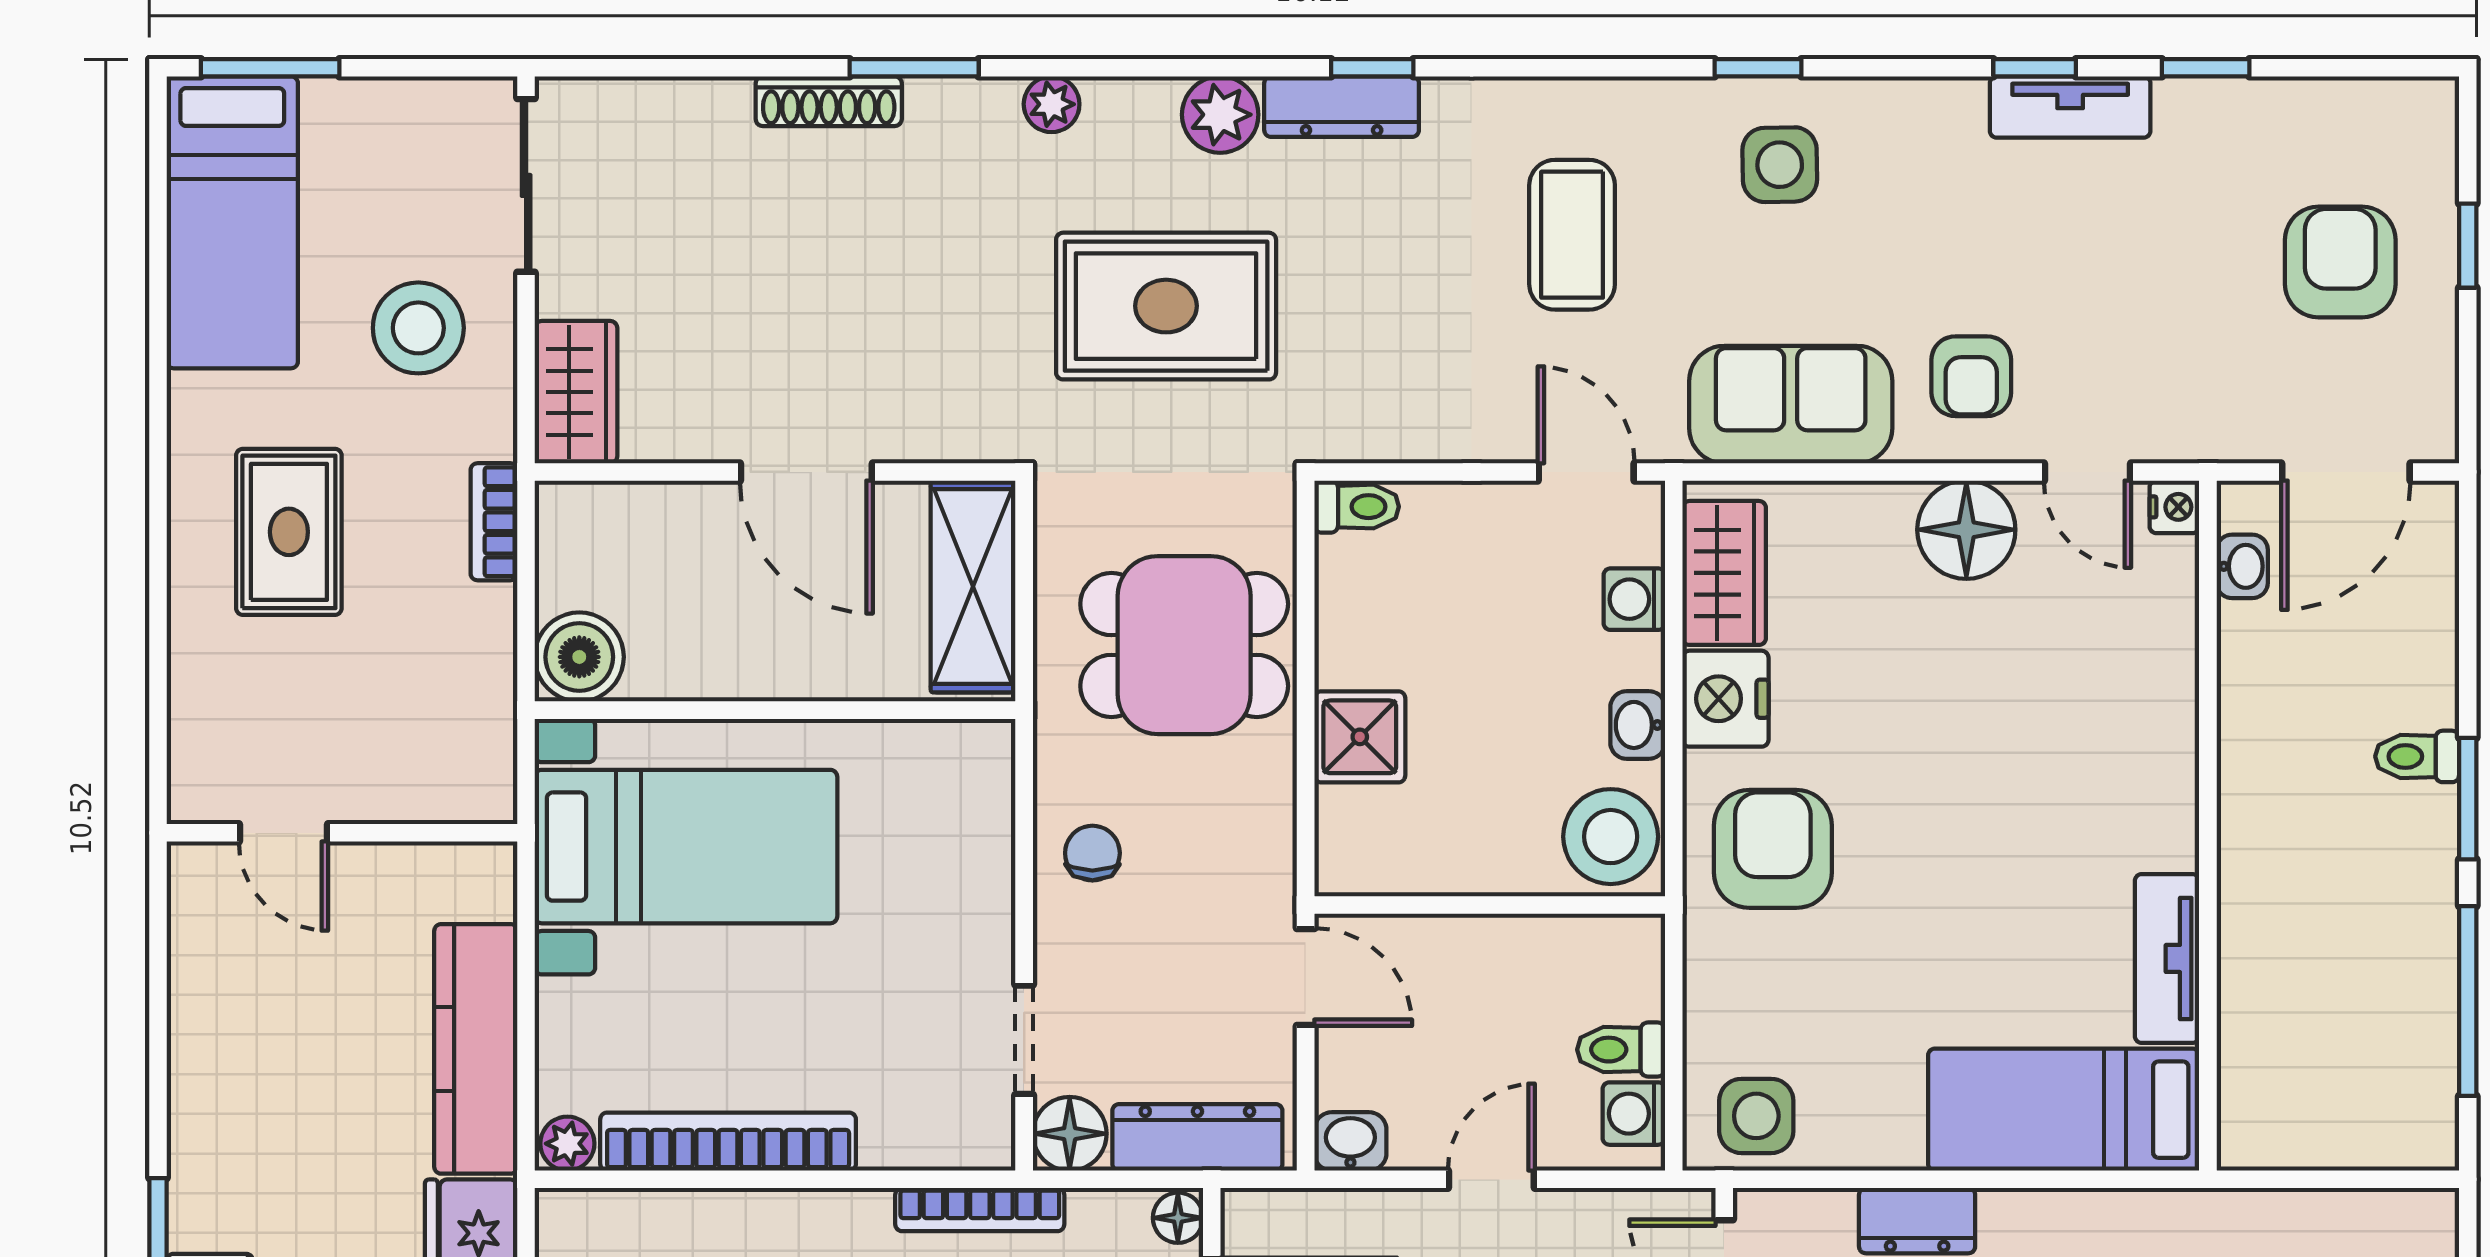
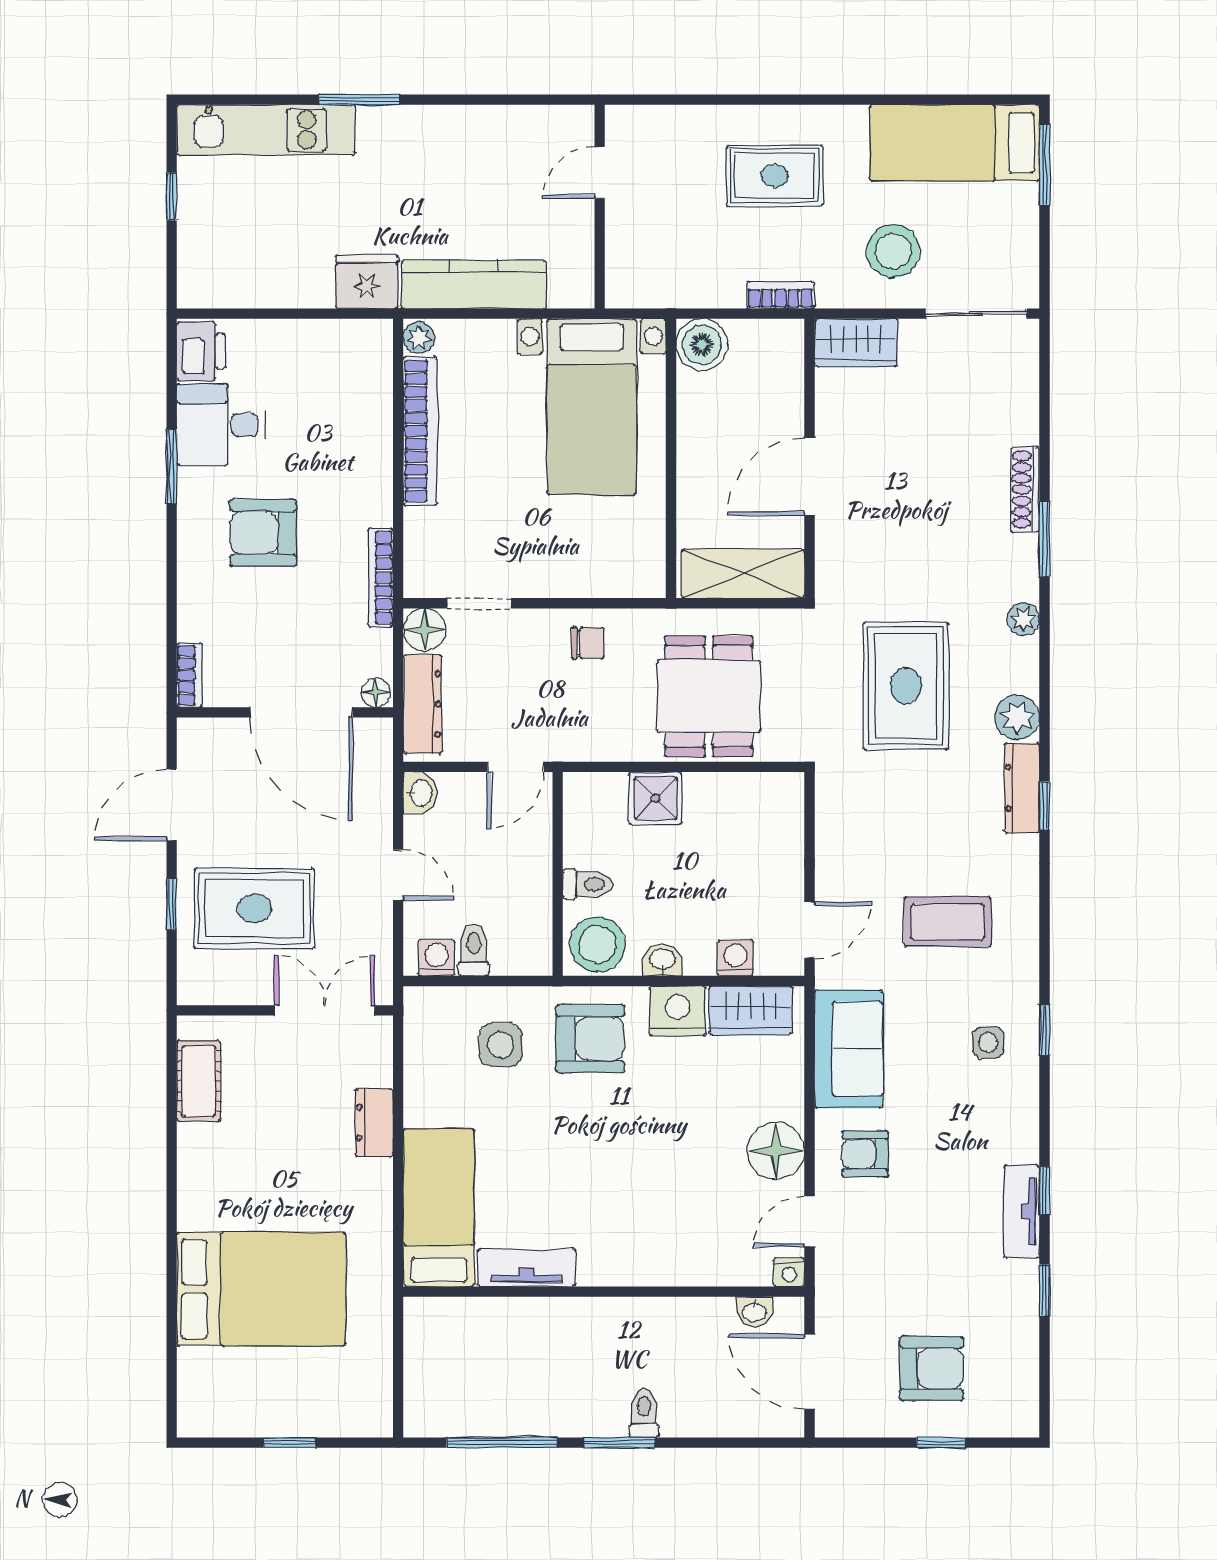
side table: (1780, 165) -> (988, 1043), width x0.73, depth x0.73
toilet: (1357, 507) -> (587, 884), moved, turned -90
side table: (1756, 1116) -> (501, 1045), moved

